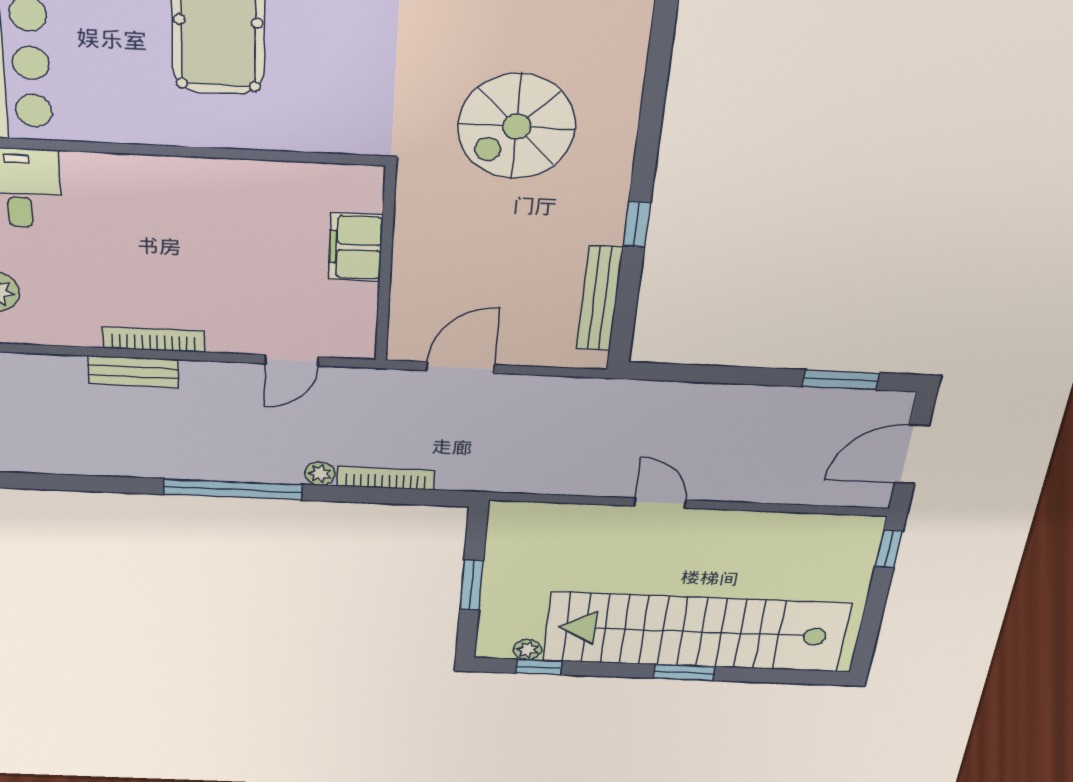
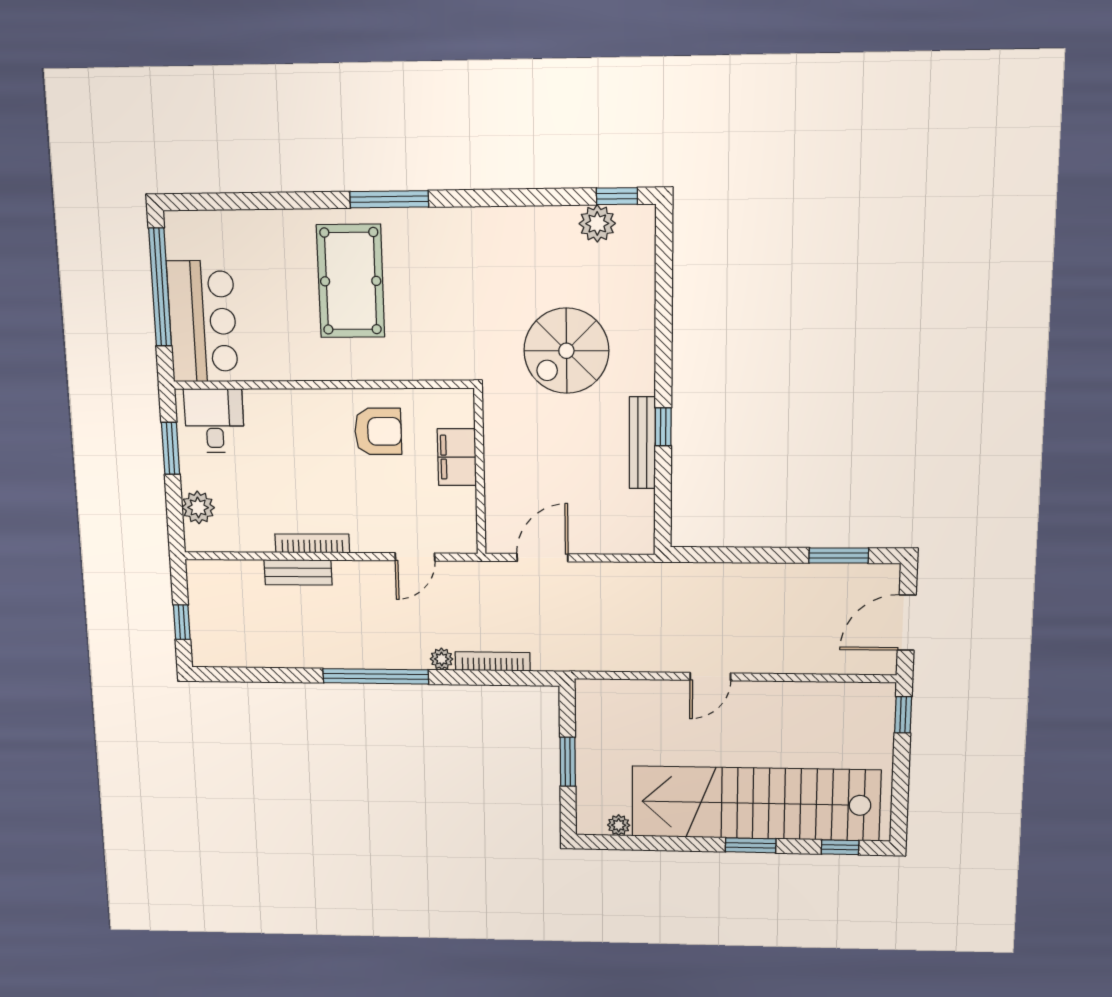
armchair: (249, 212) -> (378, 431), added
bench: (600, 299) -> (642, 443), moved
door: (660, 503) -> (710, 677), swing flipped
window: (539, 667) -> (840, 847), moved

